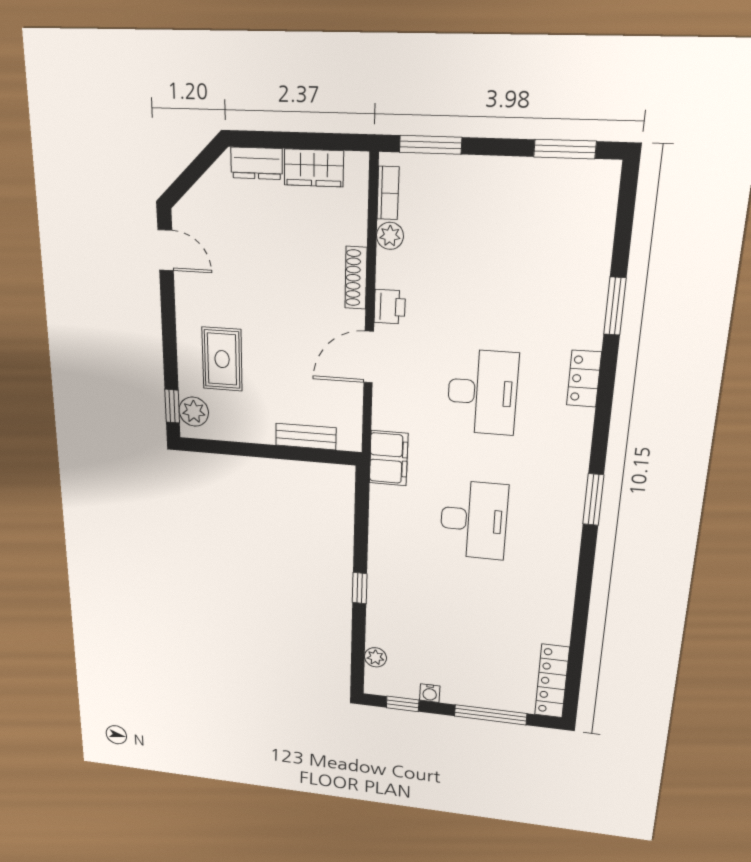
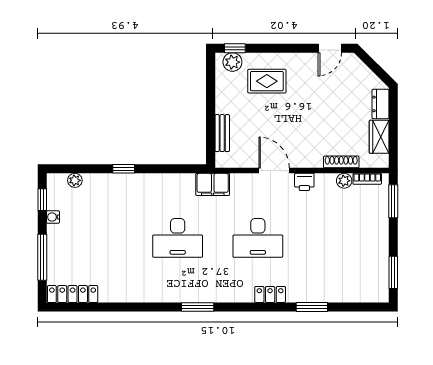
shoe rack: (356, 278) -> (341, 162), moved

